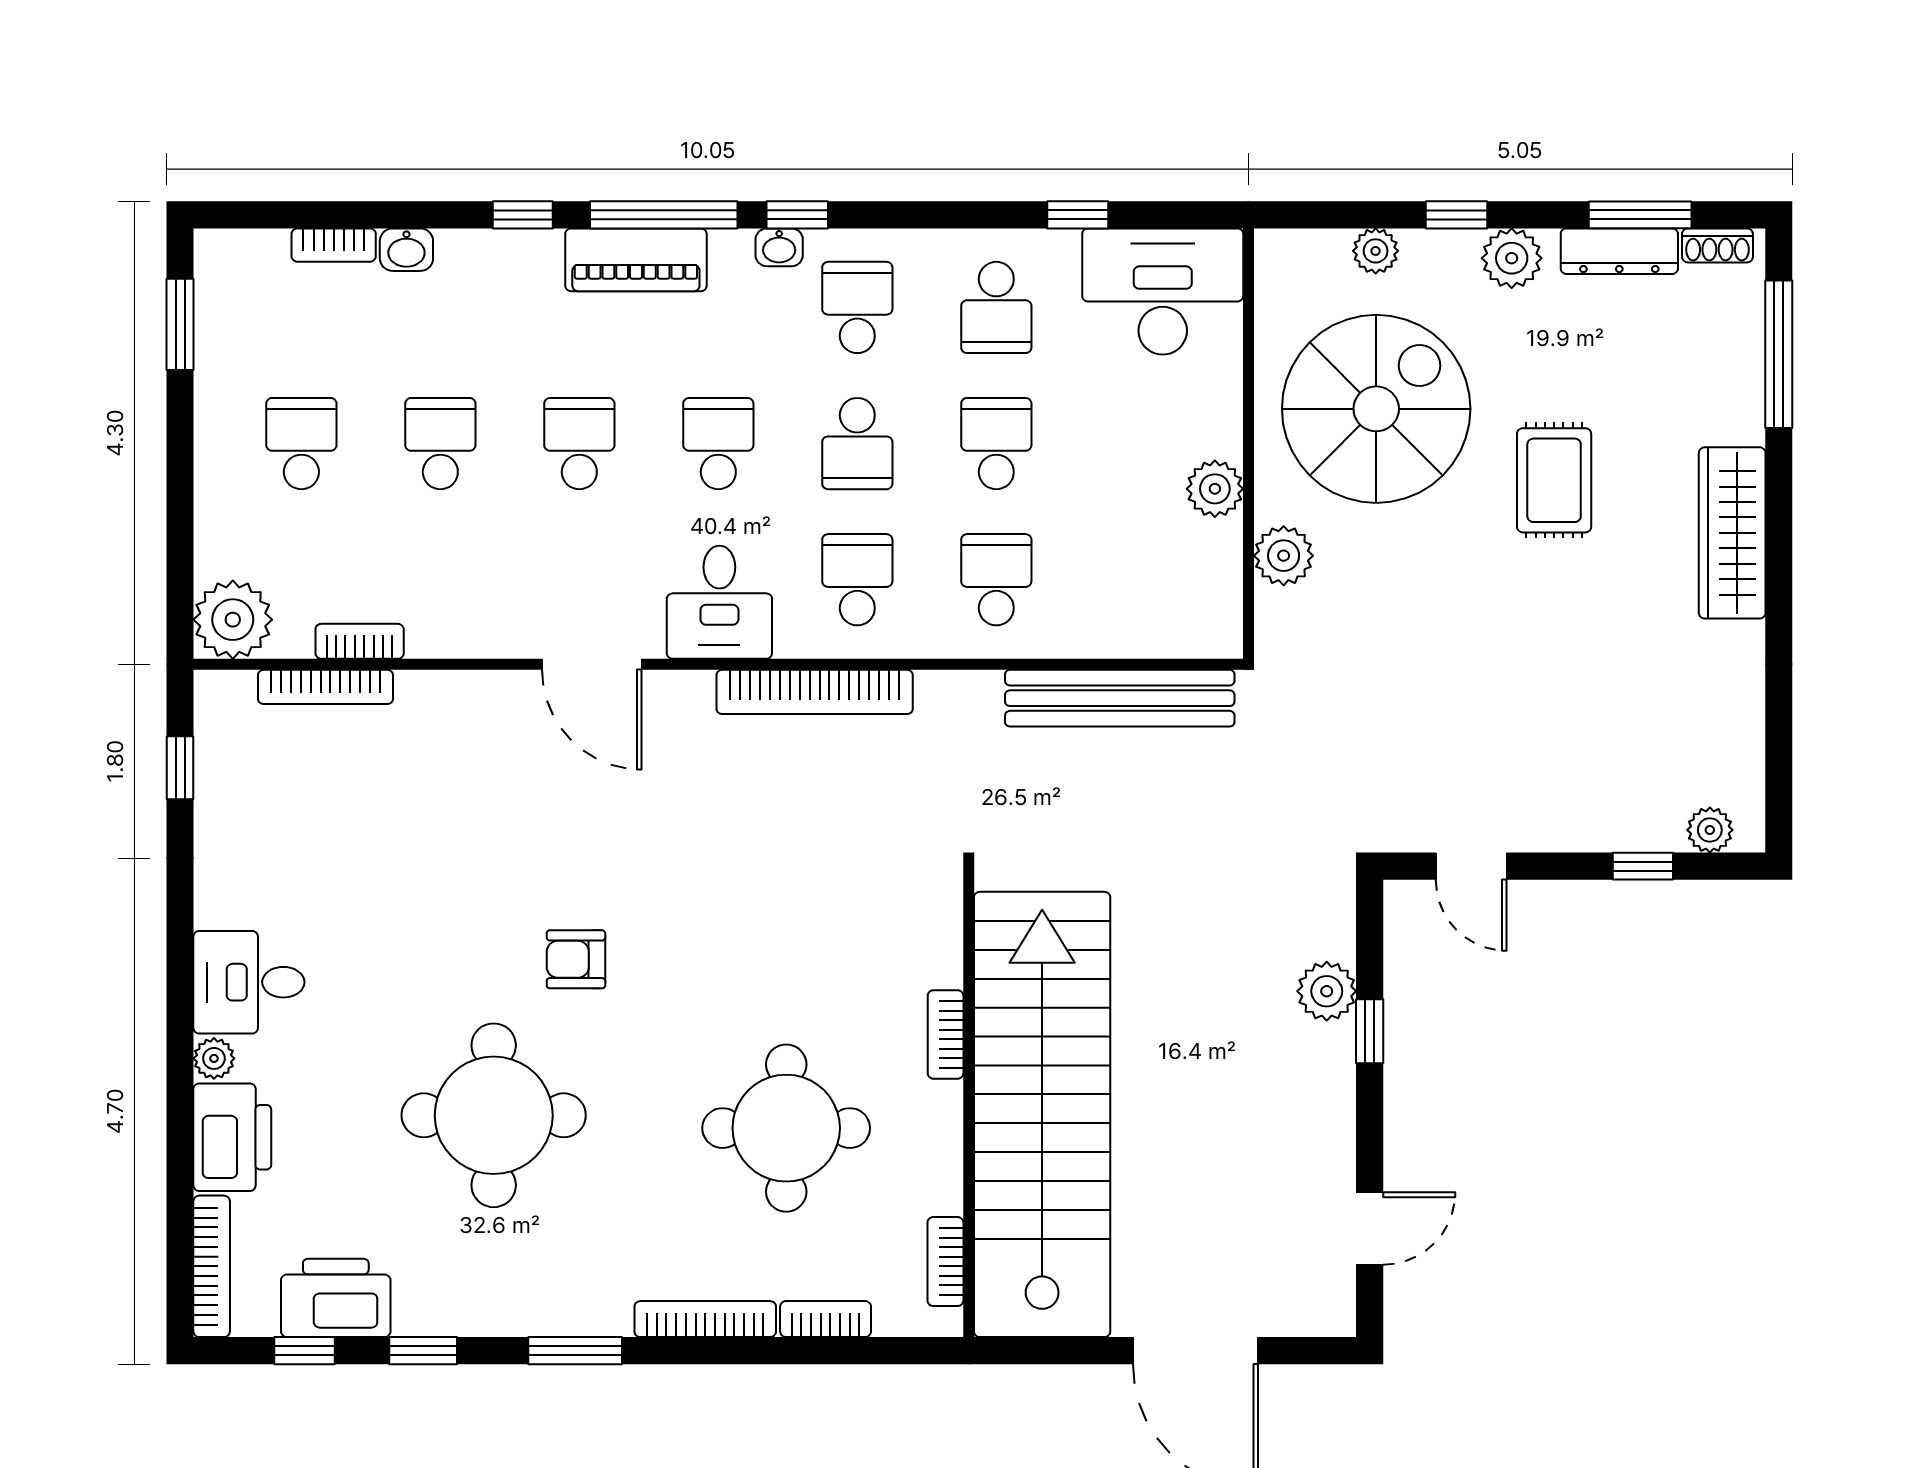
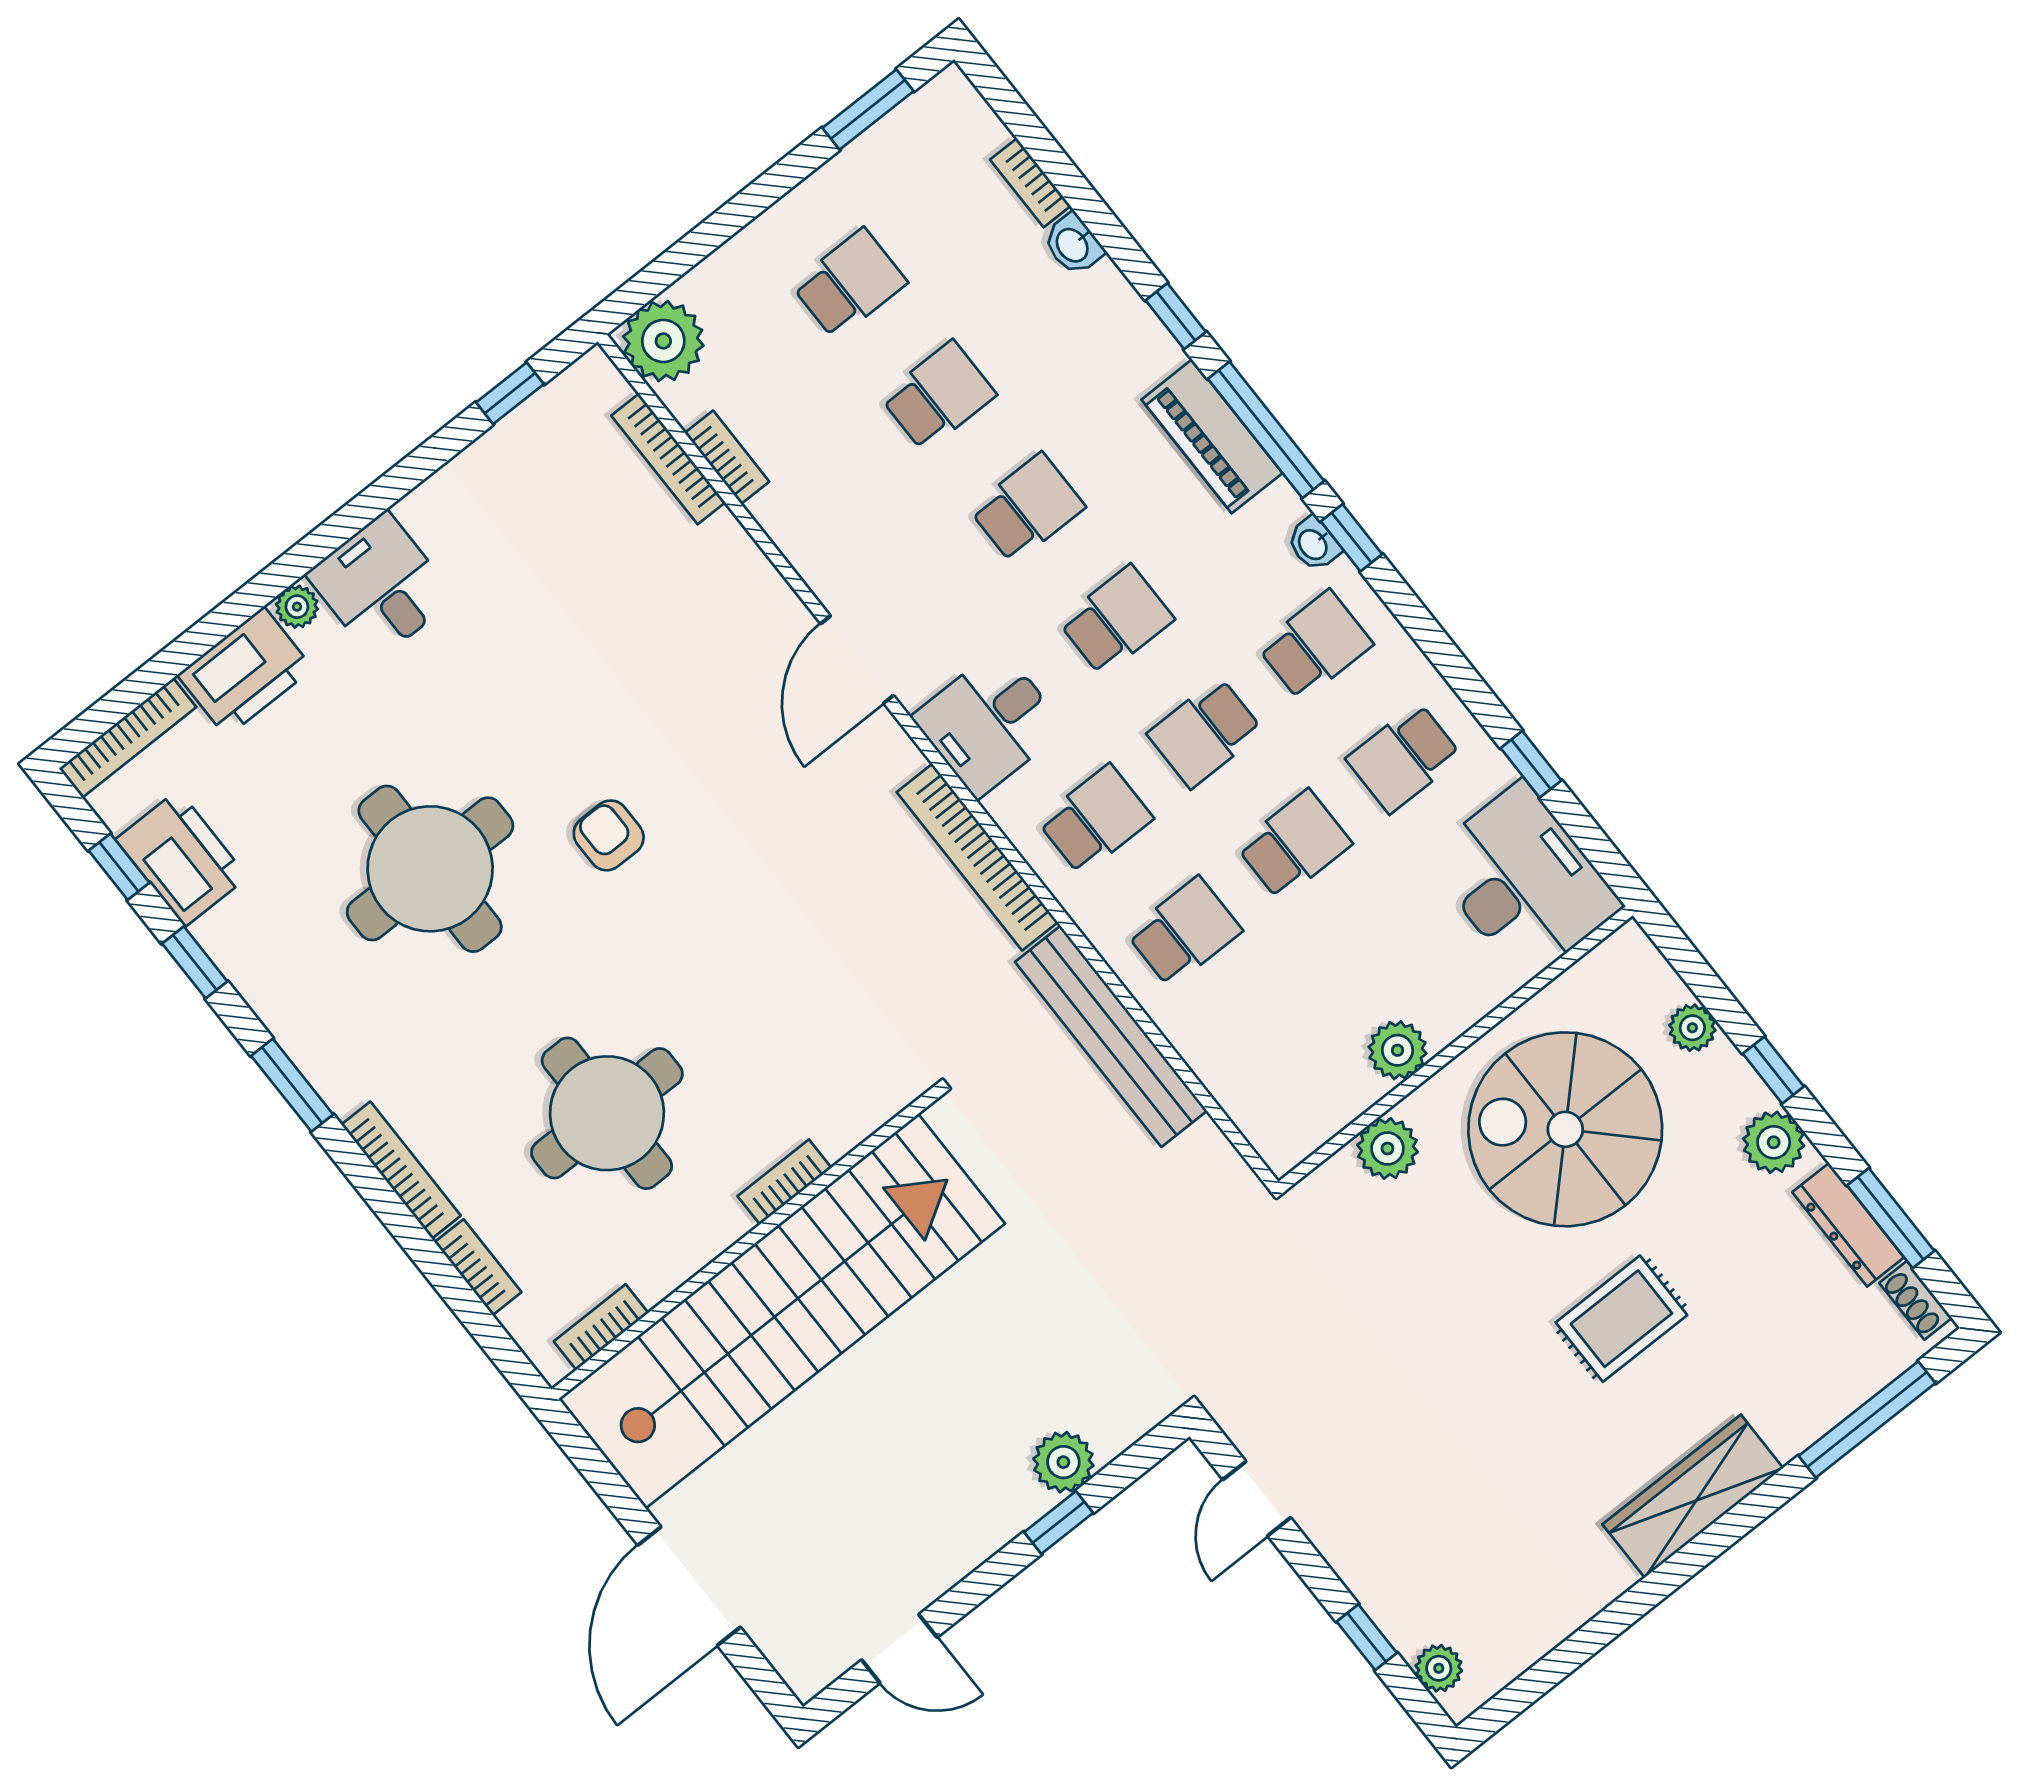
spiral stairs: (1376, 409) -> (1565, 1129), turned 180
bench: (1120, 698) -> (1111, 1036), moved

